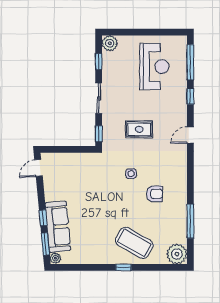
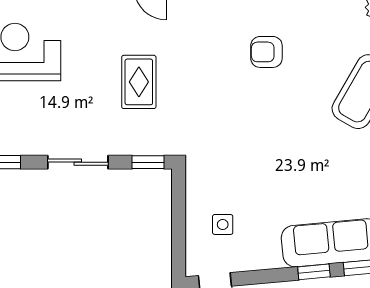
side table: (131, 174) -> (223, 224), moved
armchair: (154, 194) -> (266, 52), turned -90

